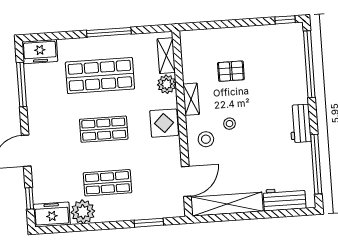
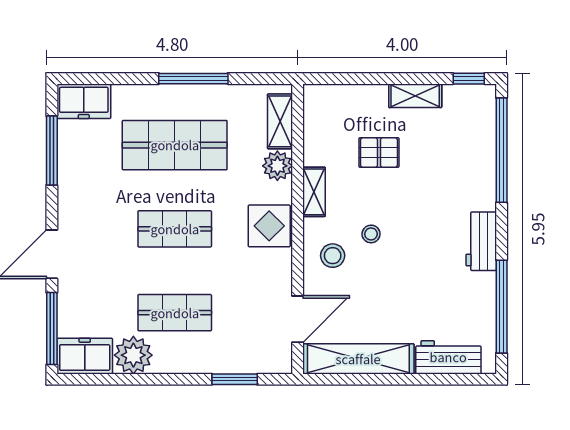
shelving: (252, 33) -> (415, 96), added
window: (30, 198) -> (52, 329), width x2.17

